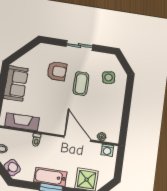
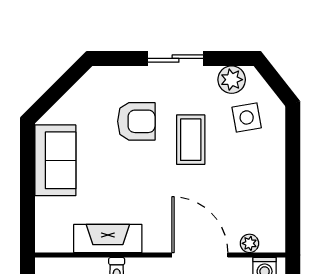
plant: (104, 59) -> (232, 80), added
fireplace: (22, 122) -> (108, 239), moved

